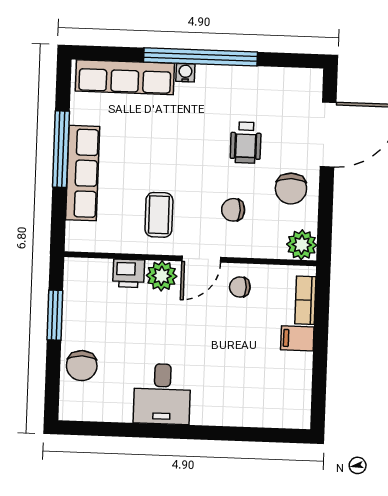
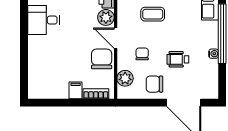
water cooler: (185, 73) -> (214, 54), moved
coffee table: (159, 215) -> (153, 14), moved
plant: (302, 245) -> (125, 78), moved
chair: (240, 287) -> (102, 59), width x1.87, depth x1.87

